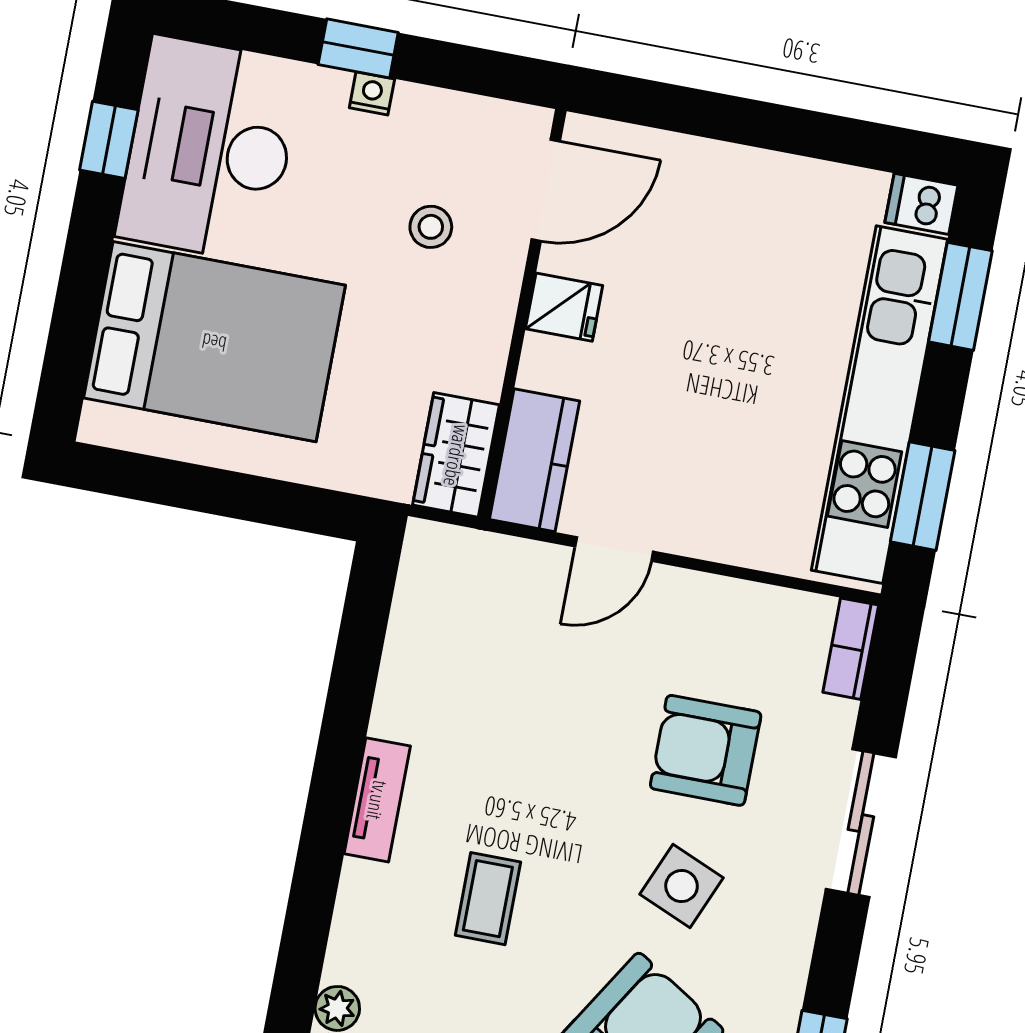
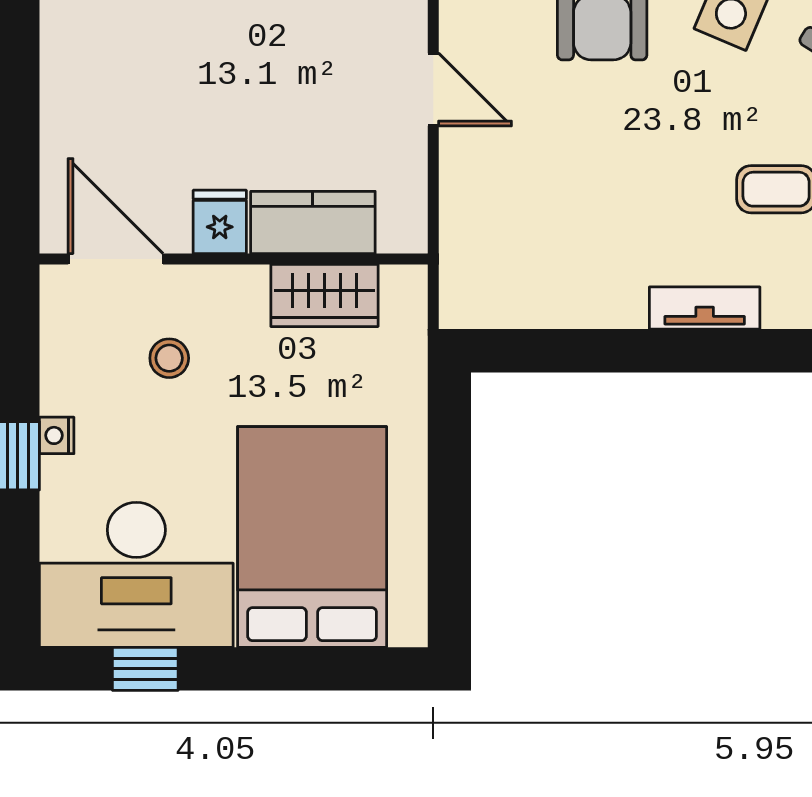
wardrobe: (456, 455) -> (324, 296), moved
kitchen counter: (535, 460) -> (313, 222), moved
door: (614, 549) -> (433, 90), moved

